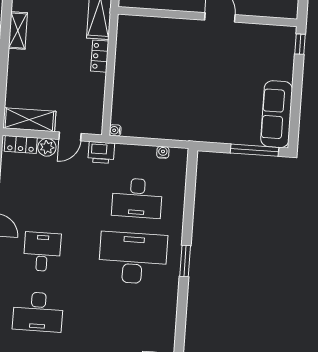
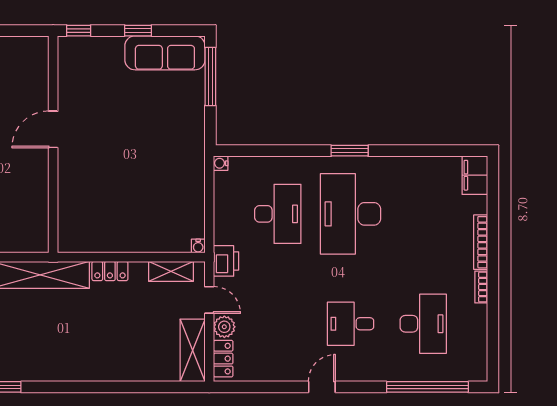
shelving: (18, 31) -> (171, 271), moved
window: (297, 93) -> (138, 31), added
water cooler: (163, 152) -> (221, 163), moved

